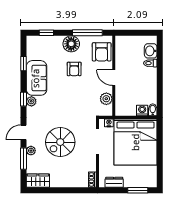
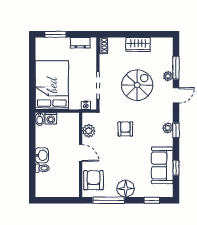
washbasin: (151, 51) -> (42, 155), moved
armchair: (74, 69) -> (125, 129), moved
sofa: (36, 78) -> (162, 165), moved
bed: (136, 142) -> (52, 85), width x0.73
wardrobe: (38, 181) -> (138, 44), moved

